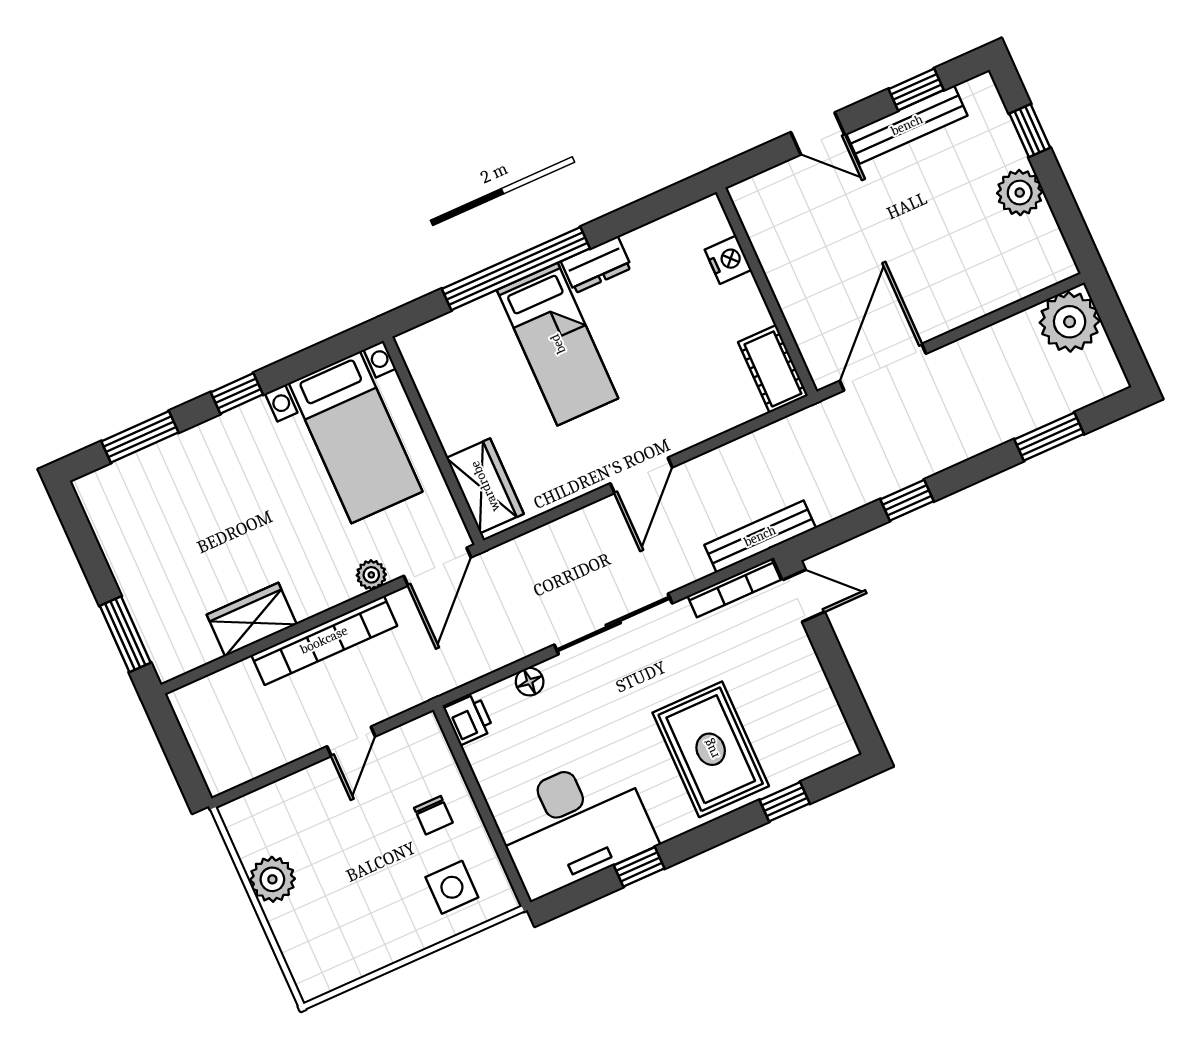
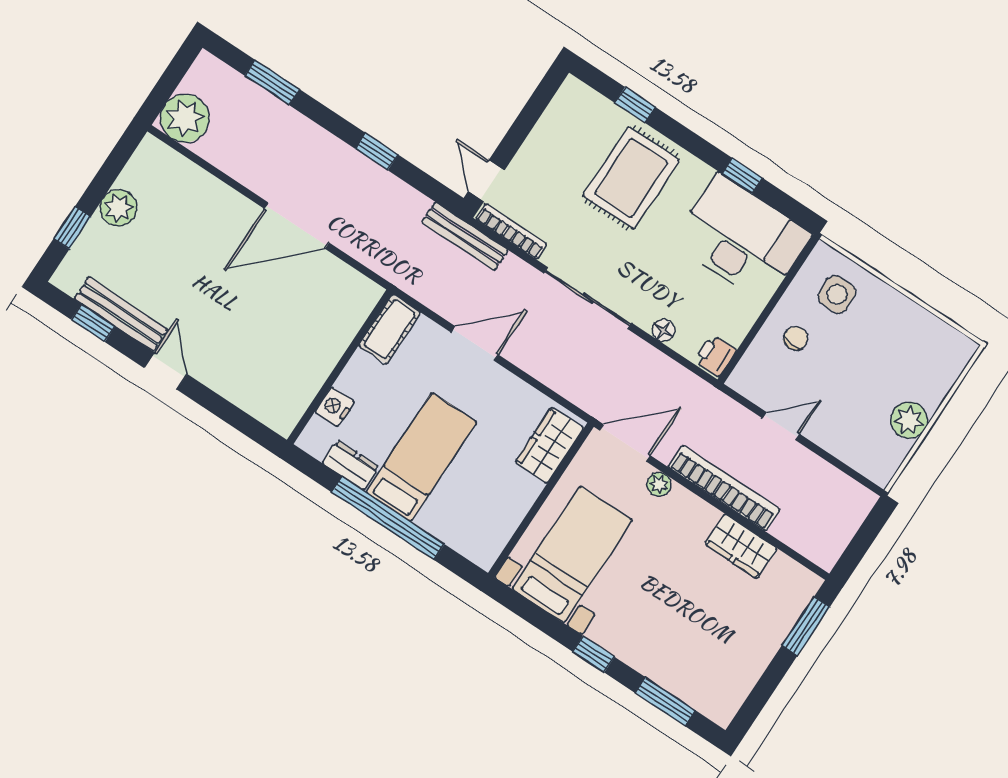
nightstand: (728, 260) -> (335, 407), moved
wall: (767, 292) -> (340, 367), moved
cot: (773, 369) -> (390, 329), moved

